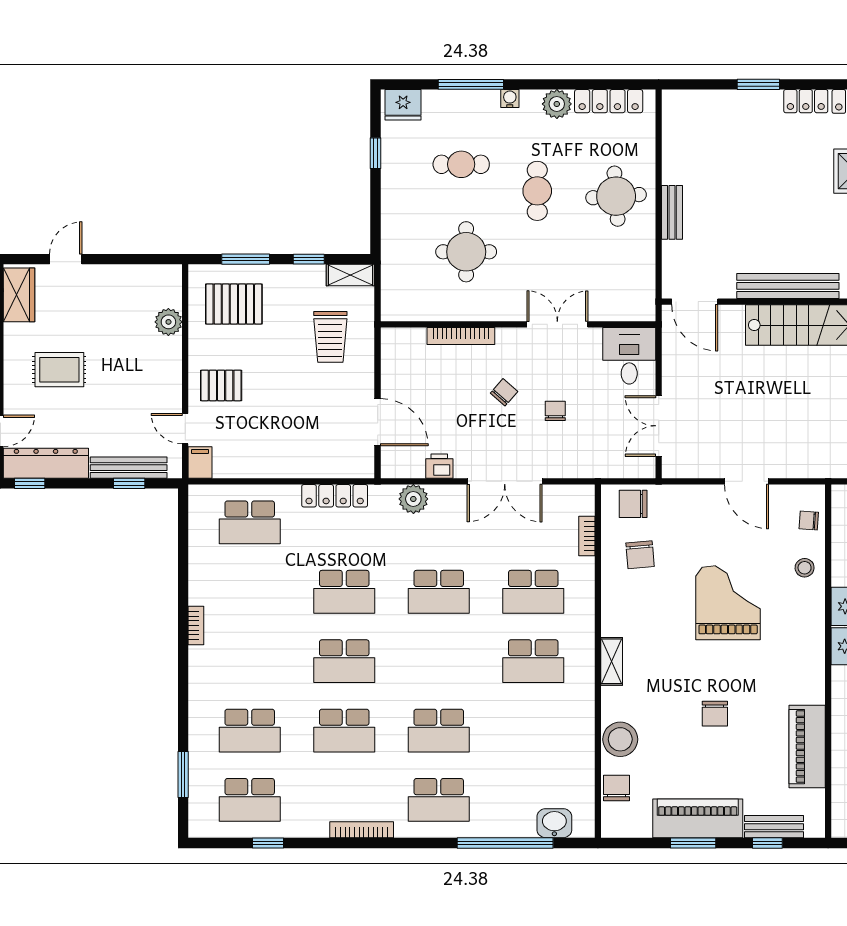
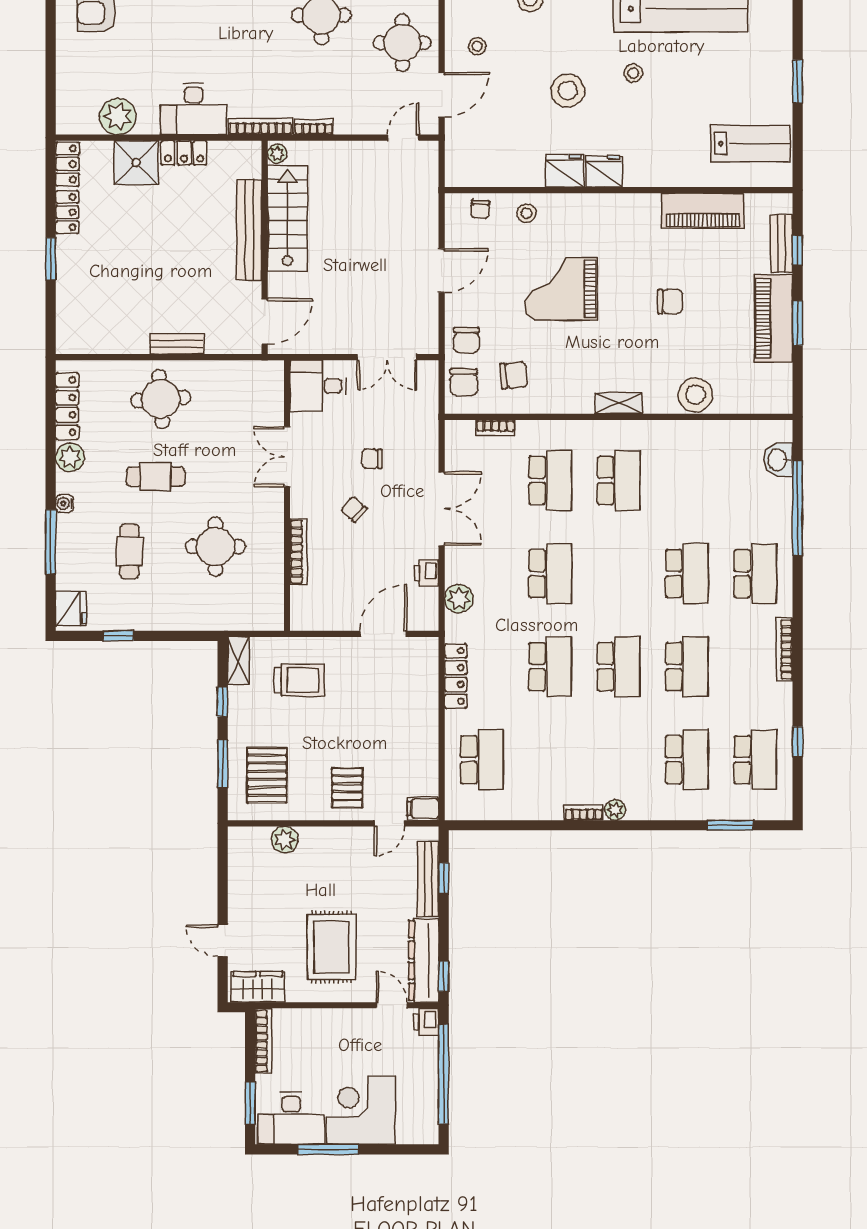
rug: (59, 370) -> (332, 947), width x1.36, depth x1.43
plant: (199, 657) -> (615, 810), added
chair: (617, 788) -> (466, 340), moved, turned -90

